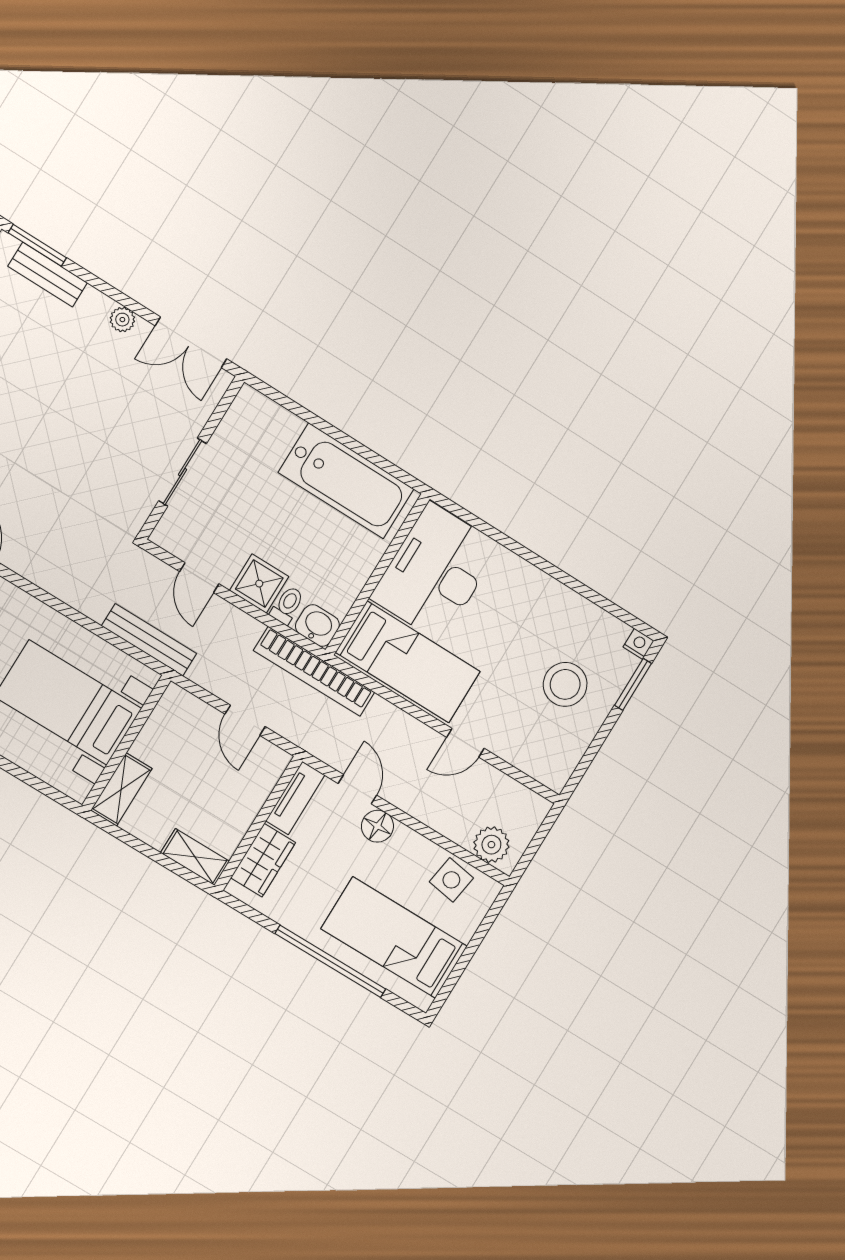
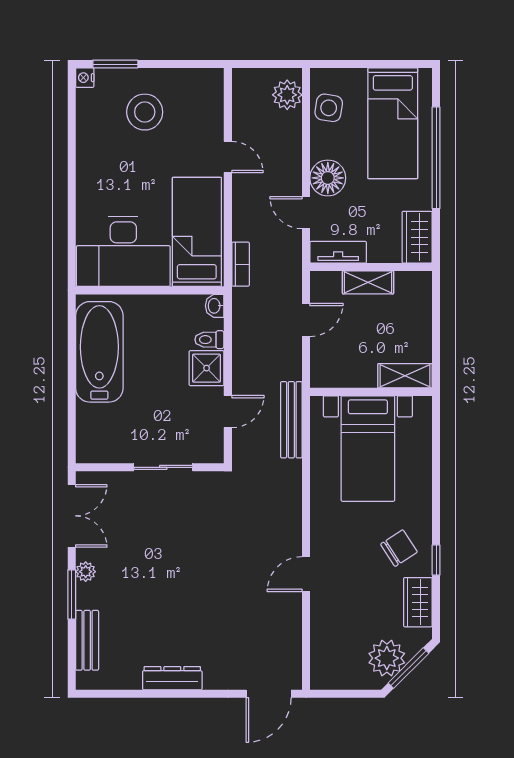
window: (37, 245) -> (72, 594), moved
washbasin: (317, 626) -> (215, 306), width x0.72, depth x0.69
bookcase: (314, 671) -> (241, 264), width x0.43, depth x0.76
door: (357, 789) -> (306, 213), hinge flipped
floor lamp: (377, 826) -> (328, 178), width x1.38, depth x1.38
shelving: (195, 857) -> (368, 282), moved, turned 90
wardrobe: (263, 860) -> (417, 237), moved, turned -90

